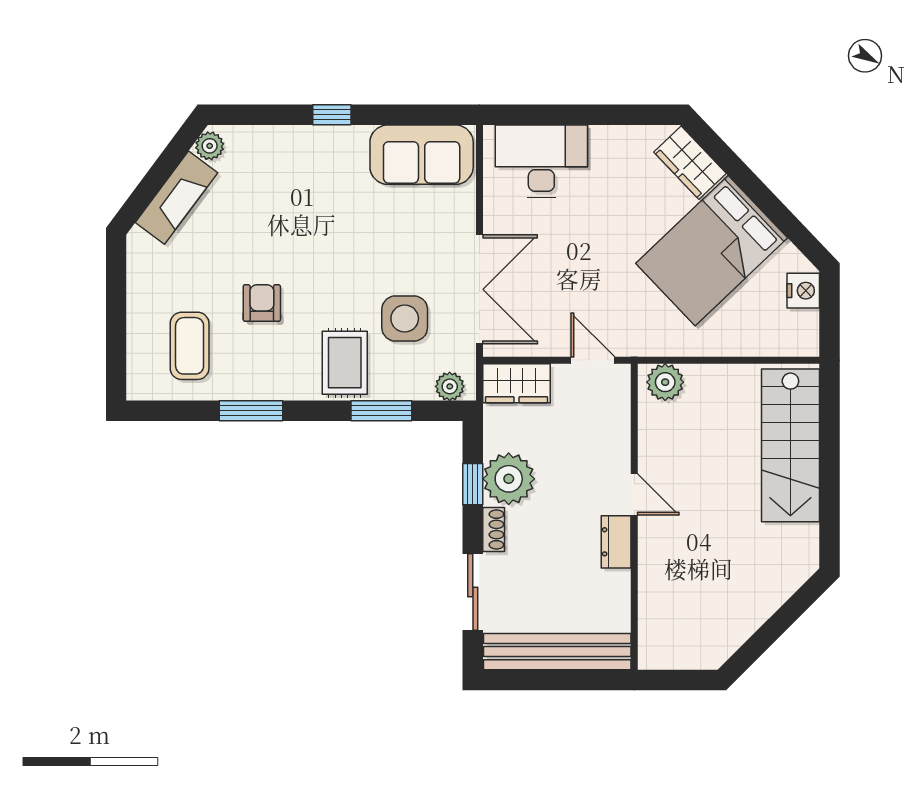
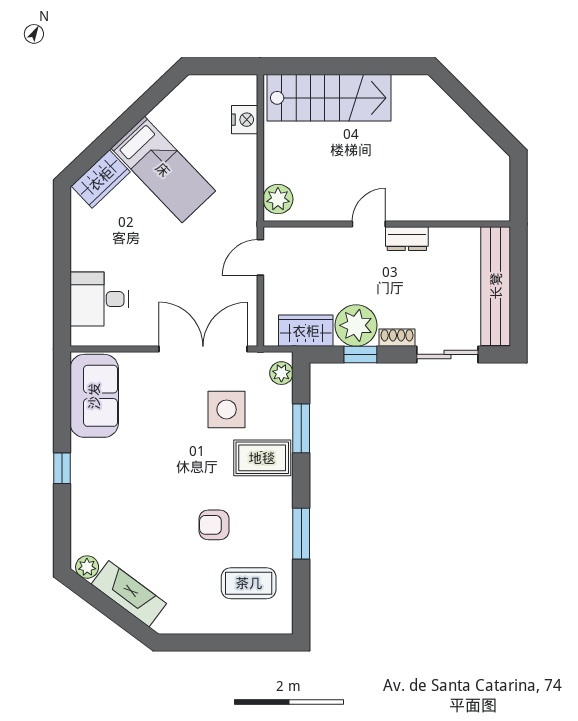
desk: (541, 161) -> (99, 299), width x0.73
bed: (712, 251) -> (163, 170), width x0.67
nightstand: (803, 291) -> (245, 120), moved, turned 90
wardrobe: (517, 383) -> (306, 331), moved, turned -90

